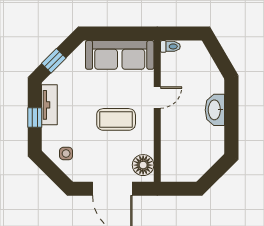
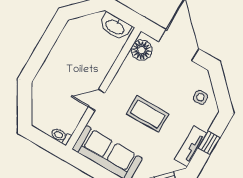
washbasin: (215, 110) -> (115, 27), moved, turned 90
coffee table: (116, 119) -> (148, 114), moved

